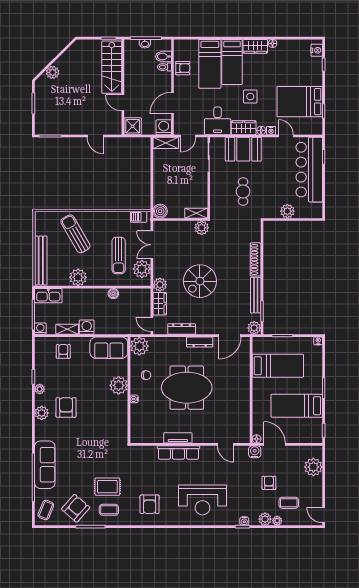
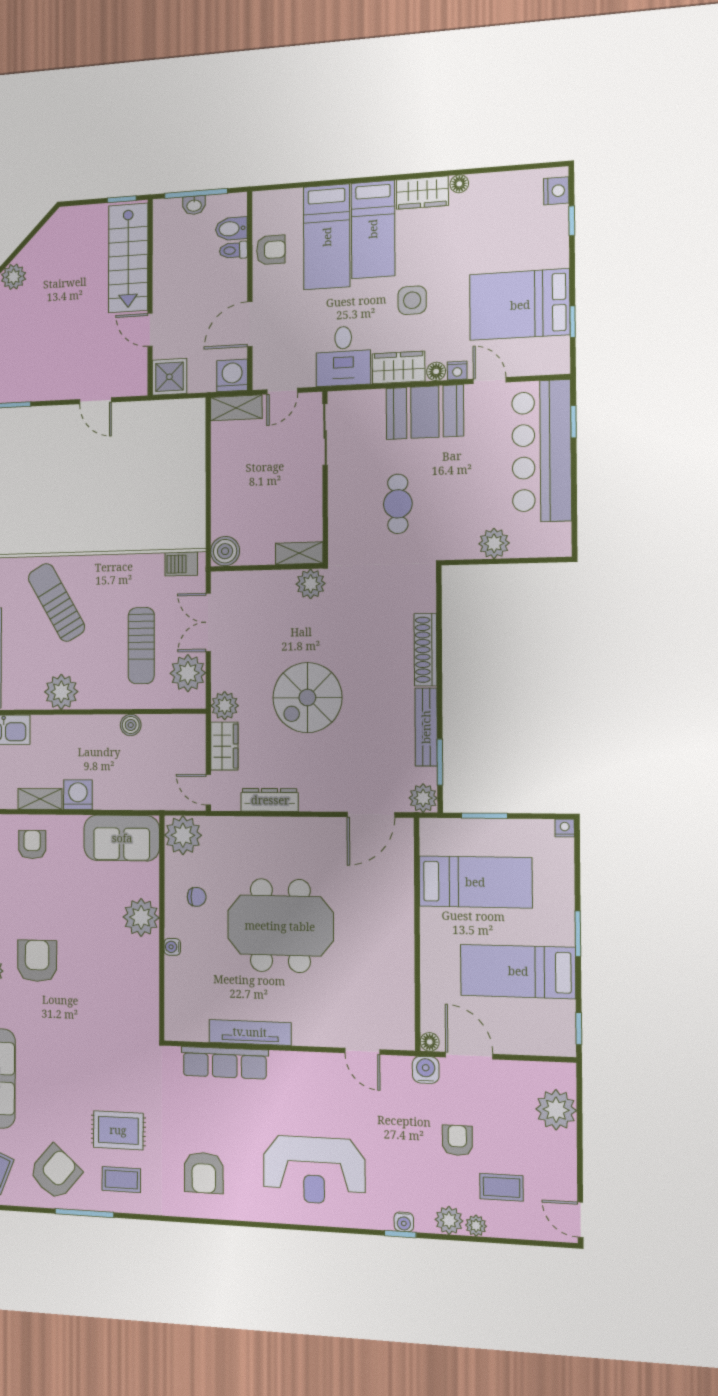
booth: (243, 149) -> (425, 412), moved
dresser: (200, 342) -> (307, 828), removed
tv unit: (178, 438) -> (250, 1032), width x1.41
row of seats: (179, 452) -> (225, 1063), moved

